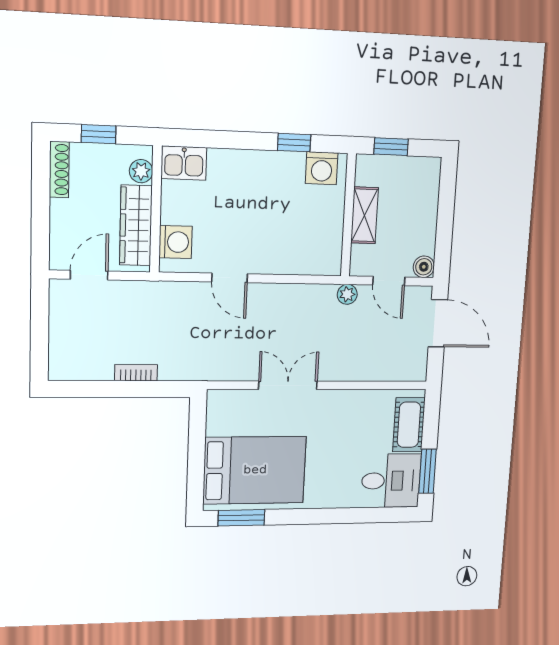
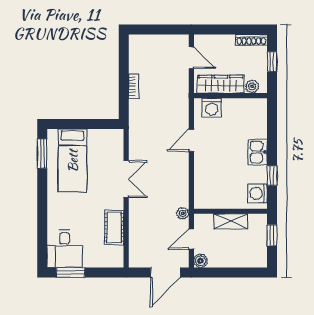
kitchen sink: (184, 163) -> (258, 152), moved
cot: (409, 425) -> (114, 227), moved, turned 90
bed: (255, 470) -> (73, 161), width x0.67

